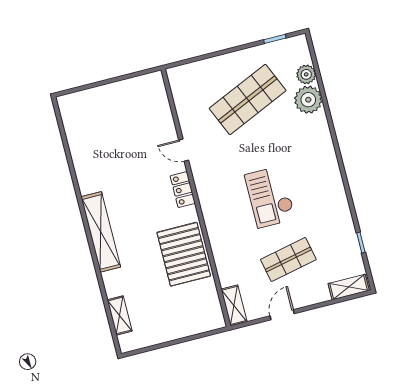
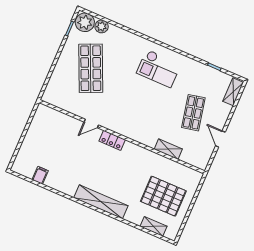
plant: (308, 100) -> (85, 22), moved
filing cabinet: (77, 137) -> (40, 175), added
checkout: (270, 197) -> (159, 69), moved
pallet: (184, 254) -> (163, 196), moved
shelving: (234, 305) -> (168, 149), moved

